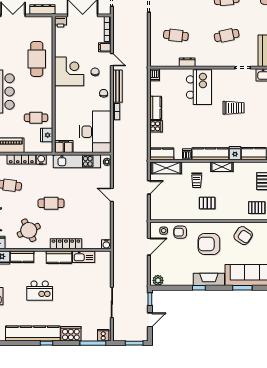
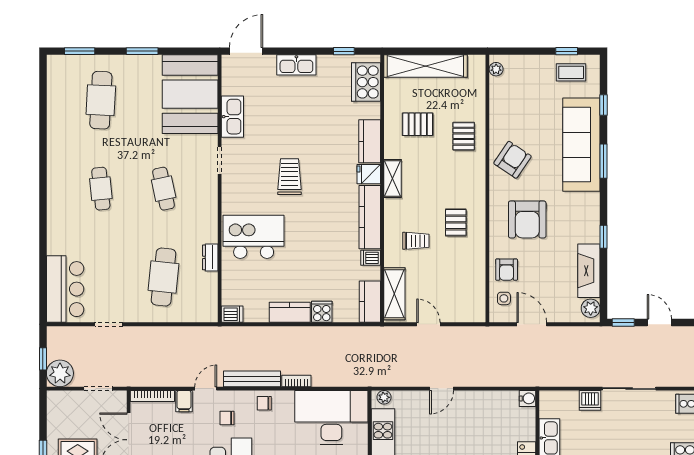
cafe table: (176, 35) -> (164, 277), width x1.37, depth x1.35
shelving: (222, 167) -> (393, 178), moved
fireplace: (209, 279) -> (589, 271), moved
dishwasher: (105, 280) -> (590, 400), added

